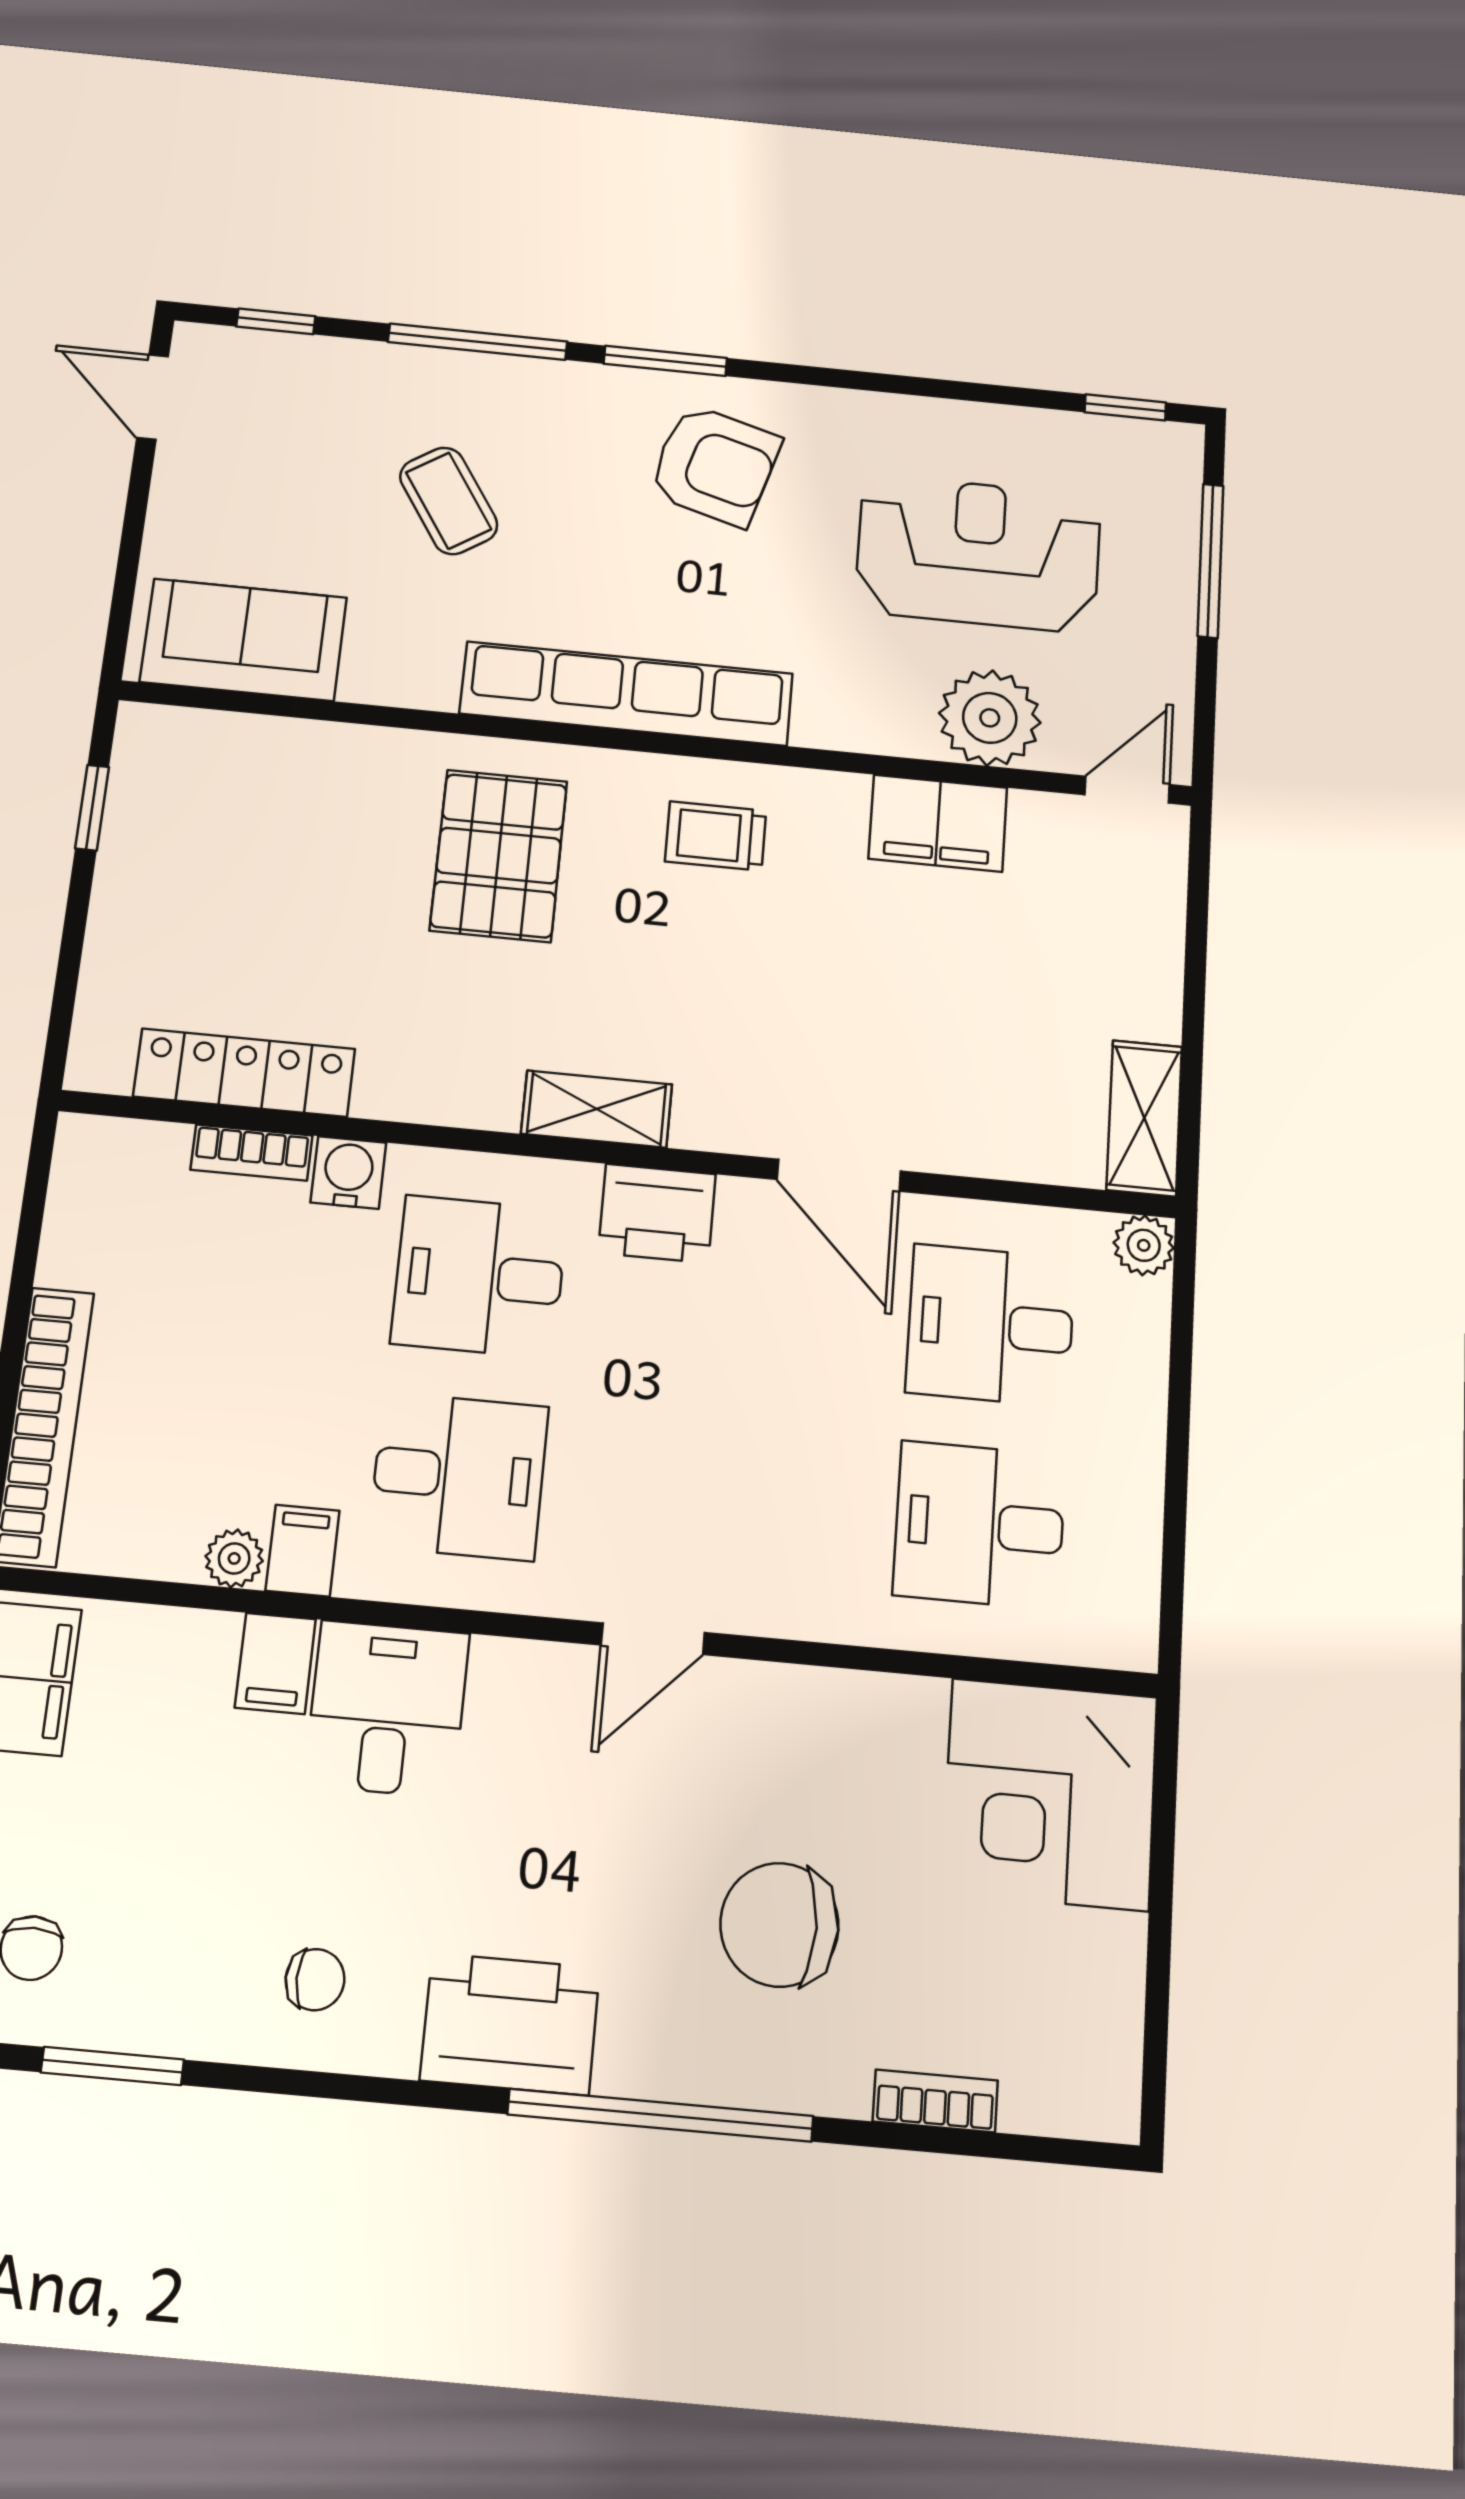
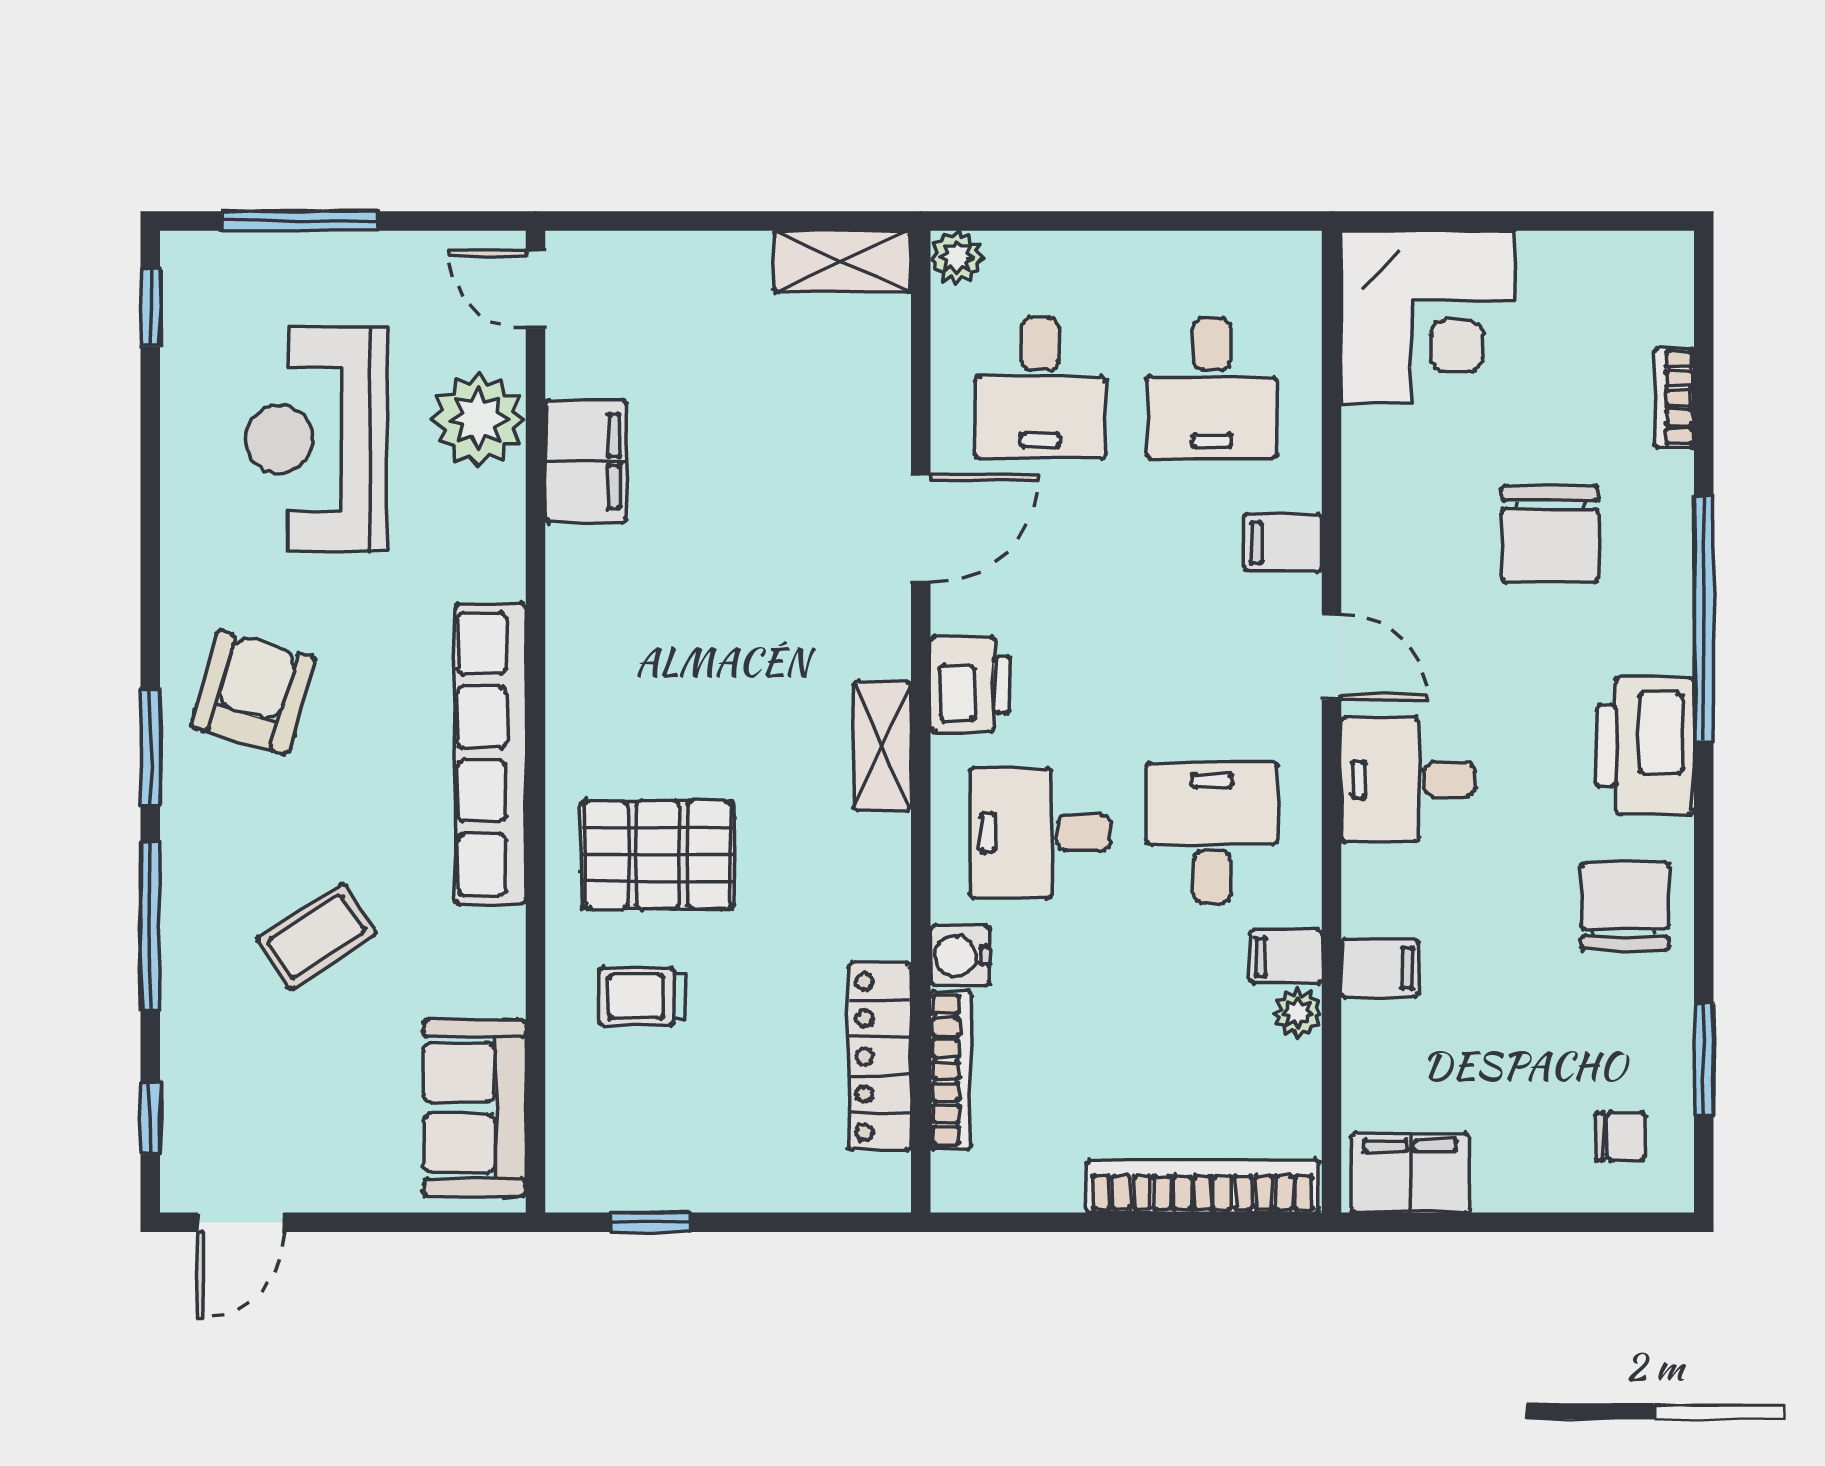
trolley: (716, 836) -> (642, 996), moved, turned 90
bookcase: (252, 1153) -> (951, 1070), width x1.56
desk: (479, 1276) -> (1040, 833), turned 90
filing cabinet: (793, 1593) -> (1283, 543), added
desk: (387, 1709) -> (1408, 780), moved
chair: (315, 1980) -> (1625, 906), width x1.87, depth x1.87

